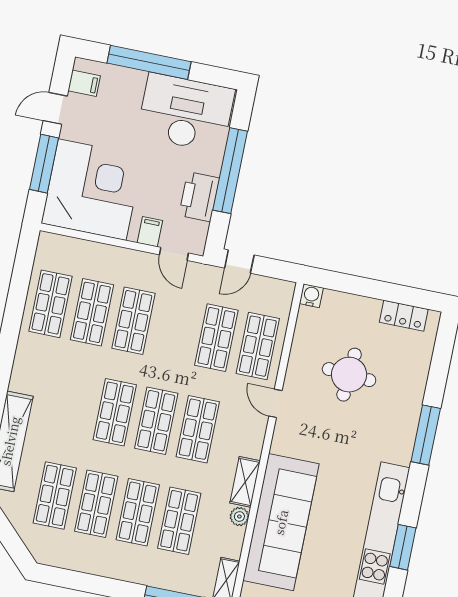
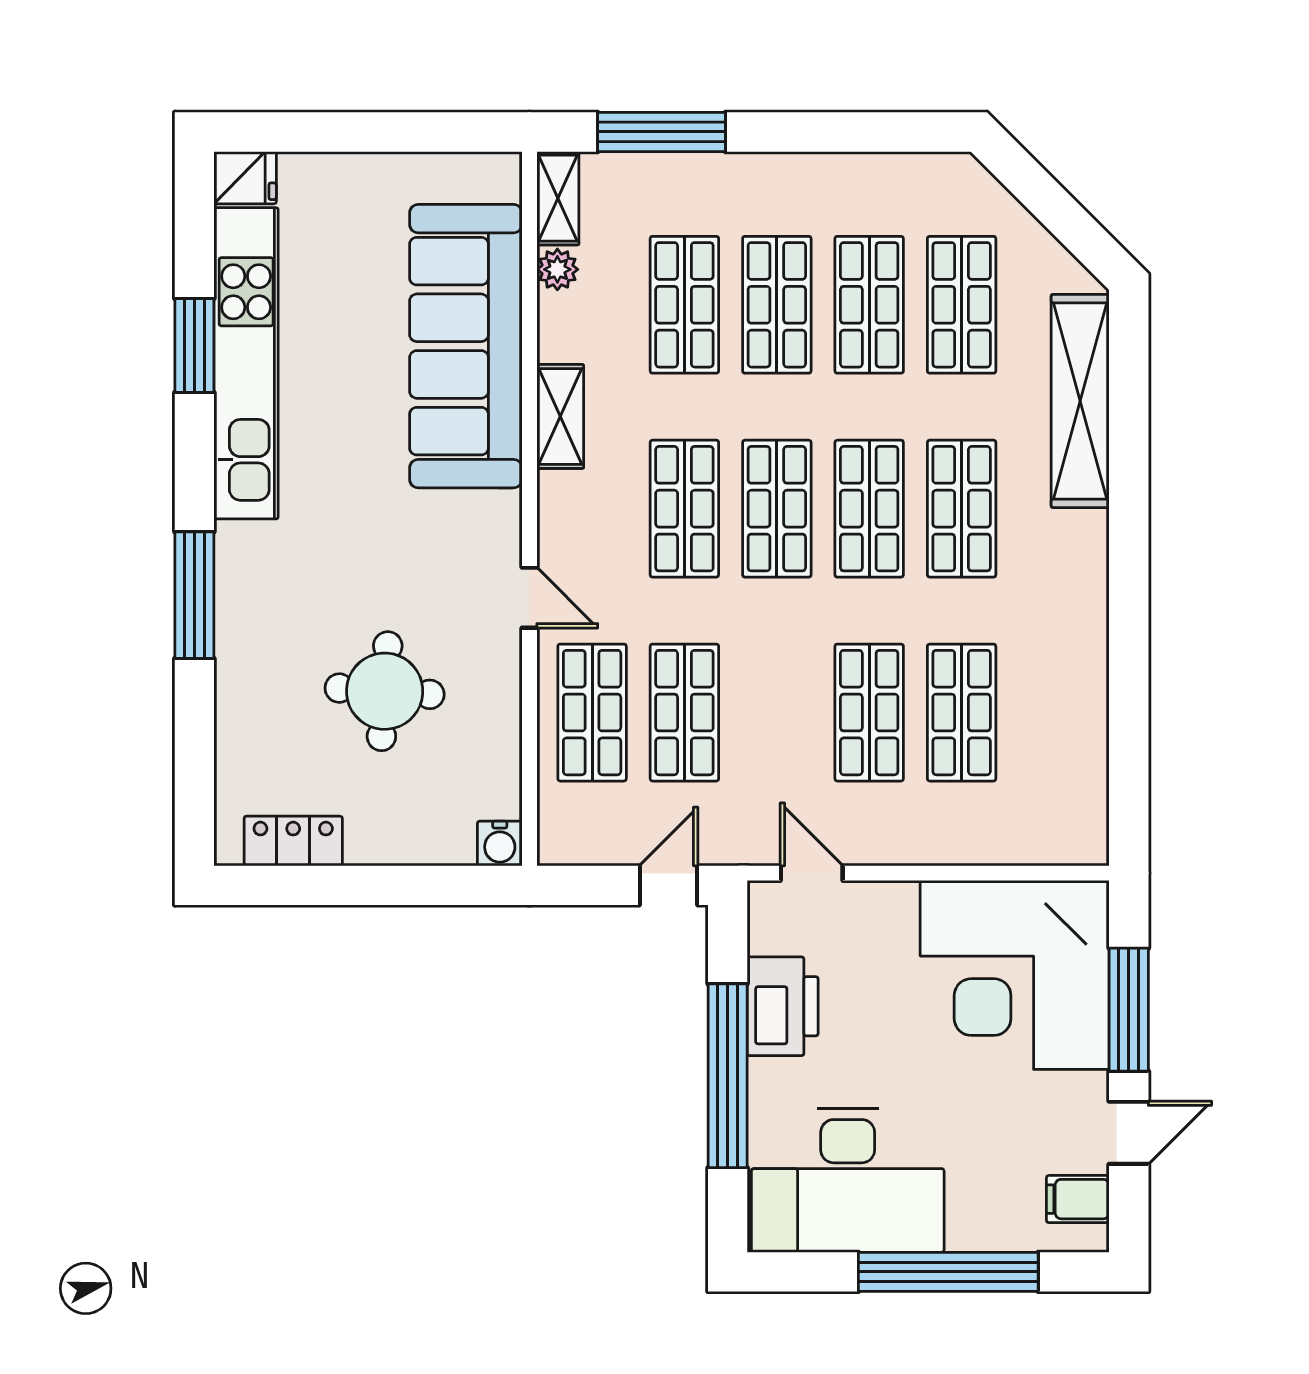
filing cabinet: (150, 232) -> (873, 910), removed
shop shelf: (50, 304) -> (962, 509), moved
plant: (239, 517) -> (557, 269), moved

